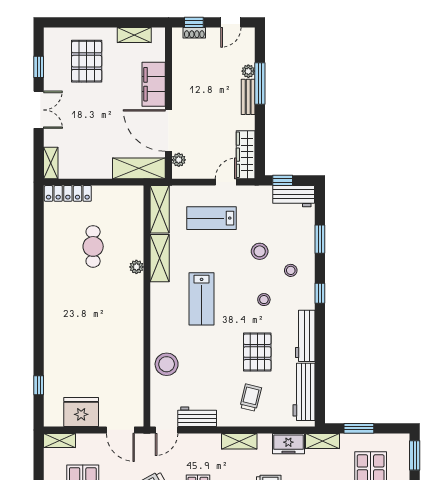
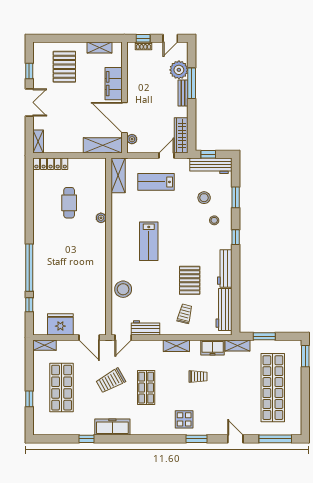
plant: (248, 71) -> (179, 70), width x1.88, depth x1.88
workbench: (294, 196) -> (211, 166), width x1.38
stool: (260, 251) -> (204, 198), moved
shelving: (160, 258) -> (118, 211), removed
stool: (264, 300) -> (195, 242), removed
window: (39, 335) -> (29, 268), added

